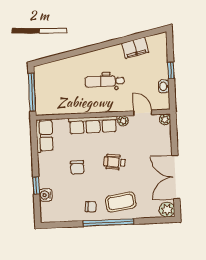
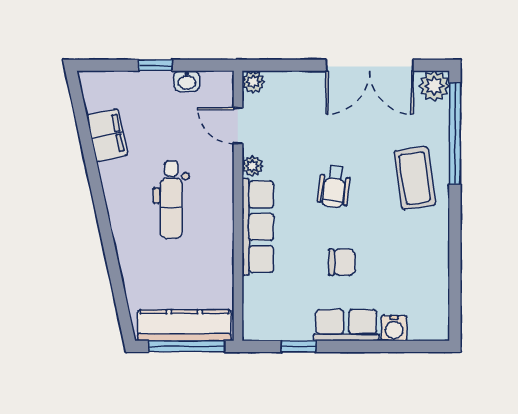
kitchen counter: (42, 91) -> (184, 325), added
door: (143, 113) -> (238, 126), hinge flipped
row of seats: (44, 136) -> (346, 325), moved
window: (36, 185) -> (299, 346), moved
chair: (91, 207) -> (421, 239), removed
window: (108, 223) -> (455, 134), moved

